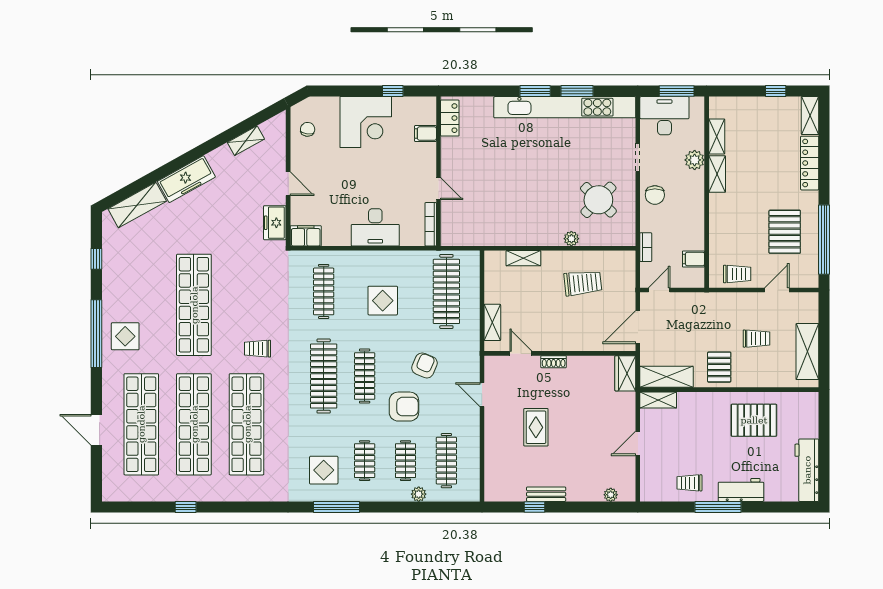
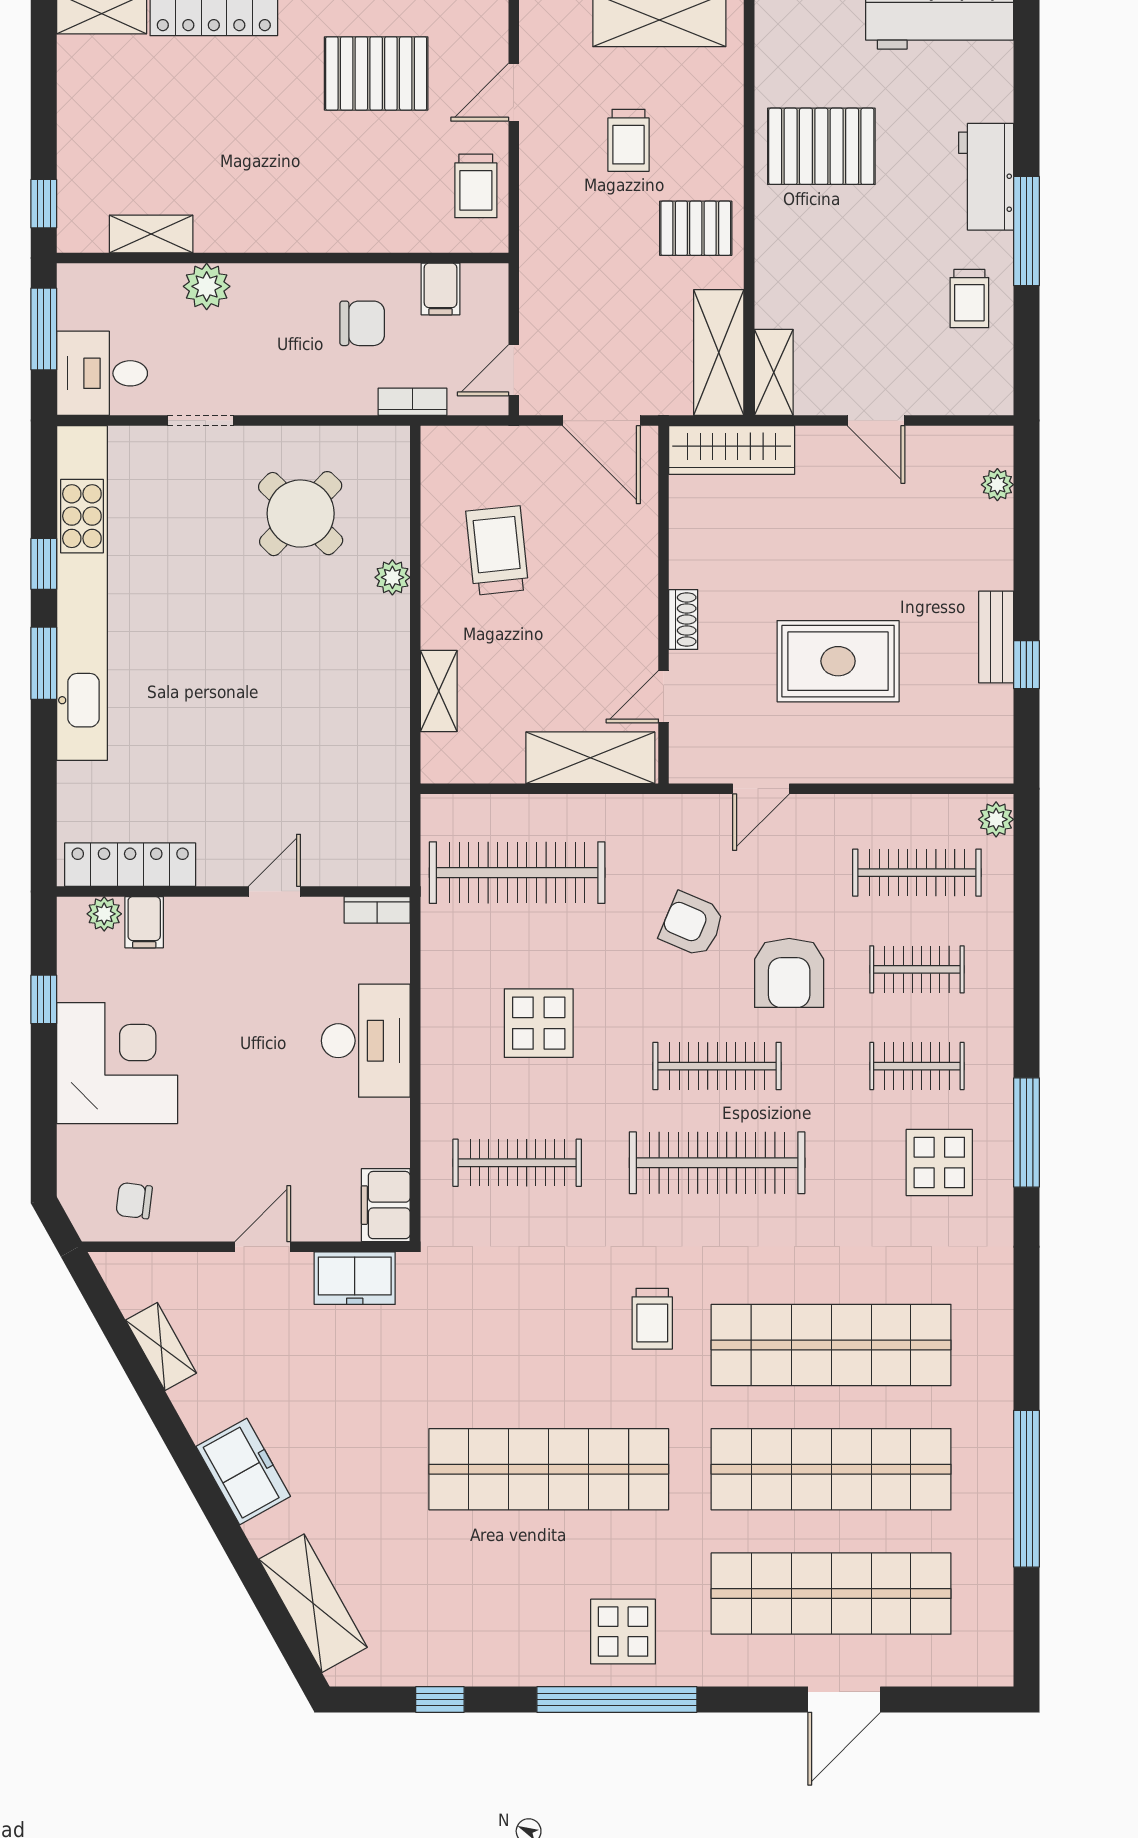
window: (577, 91) -> (44, 564), width x0.67
window: (776, 91) -> (44, 204), moved
desk: (664, 116) -> (102, 373), width x0.73
plant: (429, 117) -> (104, 914), added
locker: (450, 118) -> (130, 865), width x1.53
shelving: (717, 174) -> (240, 233), removed
freezer: (186, 179) -> (243, 1471), width x0.71
chair: (655, 195) -> (362, 323), moved
bookcase: (431, 224) -> (377, 910), width x0.64
trolley: (737, 274) -> (476, 186), turned 180
door: (659, 290) -> (514, 370), hinge flipped
door: (777, 290) -> (514, 92), hinge flipped
shelving: (492, 322) -> (590, 758), width x1.50, depth x1.33
trolley: (756, 339) -> (628, 140), turned 180
wardrobe: (625, 373) -> (732, 450), width x1.50
armchair: (404, 407) -> (789, 973), turned 180
pallet: (754, 420) -> (821, 146), turned 90
rug: (536, 427) -> (838, 661), width x1.36, depth x1.43
plant: (419, 494) -> (996, 819), moved
window: (186, 507) -> (1026, 1489), width x3.17

